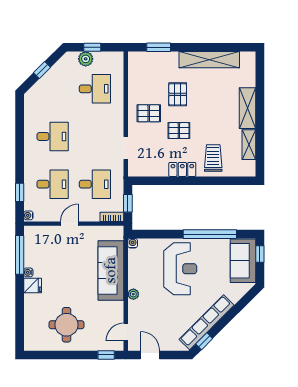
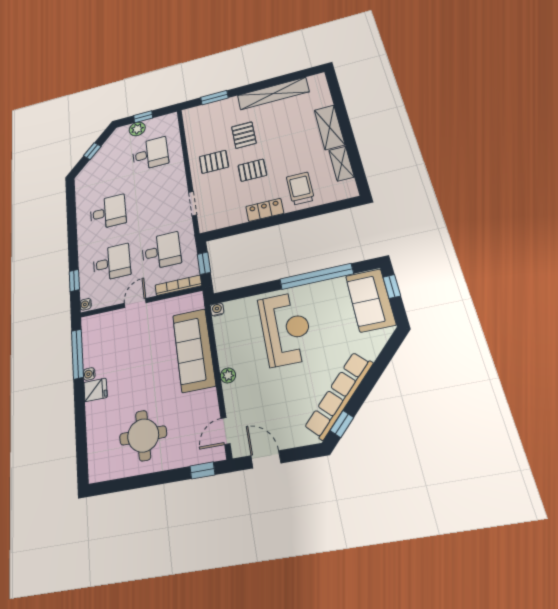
bookcase: (112, 217) -> (178, 285), width x1.56

